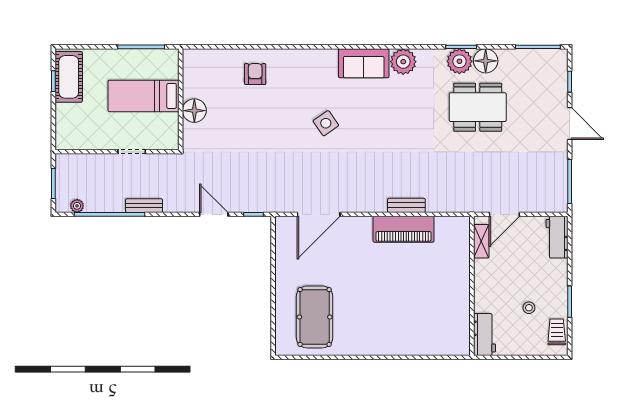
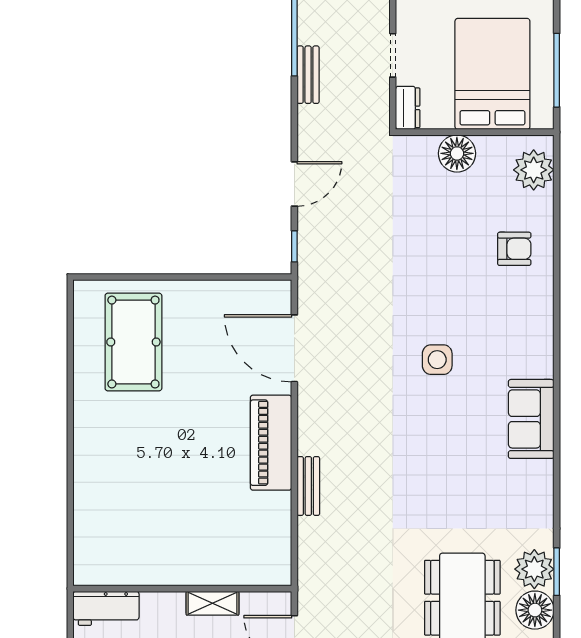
plant: (403, 62) -> (534, 170), moved
bed: (144, 96) -> (492, 74), width x1.50
side table: (326, 123) -> (437, 360), turned 35
dresser: (165, 142) -> (408, 108), added
piano: (403, 229) -> (271, 443), moved
shelving: (481, 241) -> (213, 603), moved
pool table: (315, 317) -> (133, 342), turned 90

